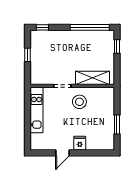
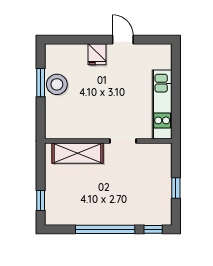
window: (90, 27) -> (105, 229), moved
stool: (79, 102) -> (57, 84), moved
door: (62, 153) -> (123, 40), hinge flipped

